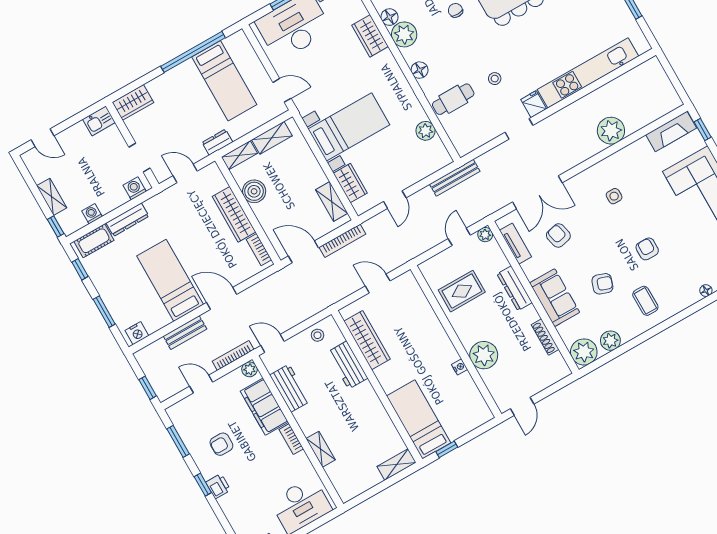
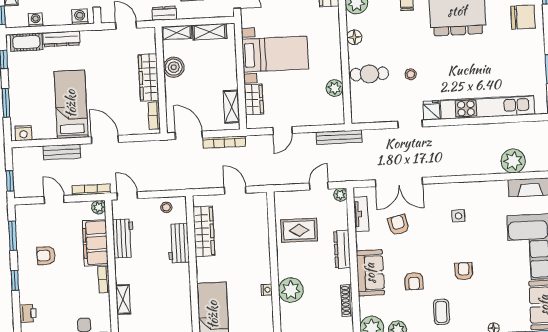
plant: (611, 131) -> (513, 161), moved
armchair: (602, 284) -> (414, 281), turned 71
printer: (218, 486) -> (28, 313), moved

